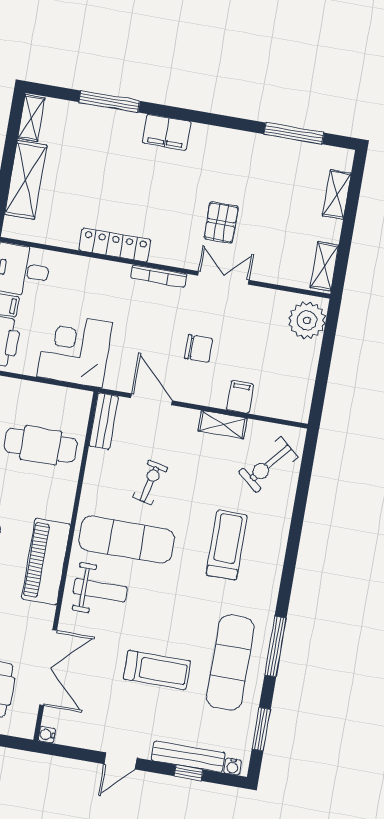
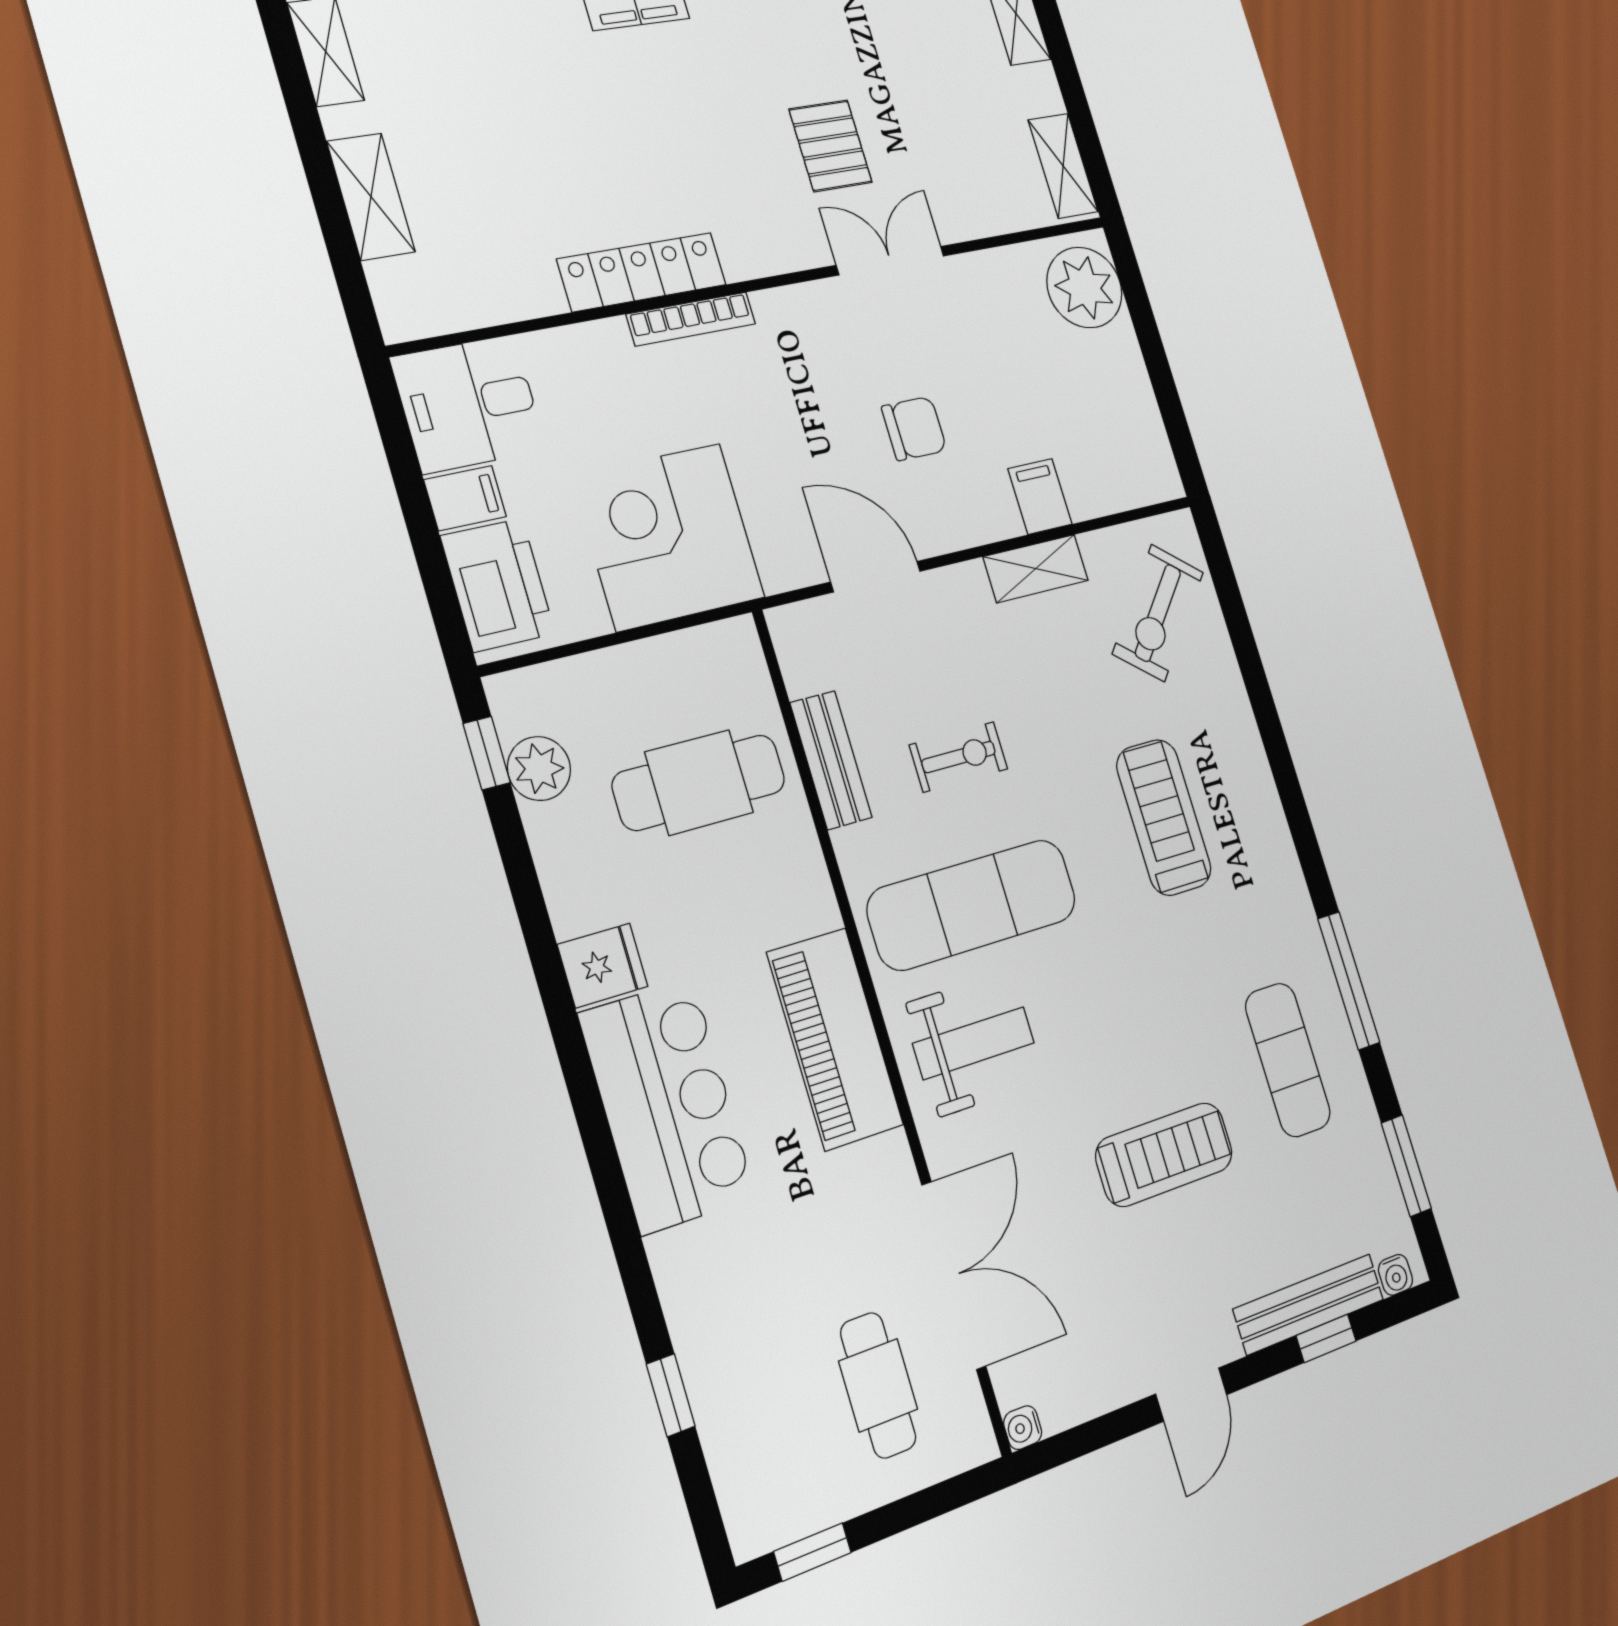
shelving: (26, 180) -> (371, 197), width x0.67, depth x0.75
bookcase: (159, 276) -> (691, 319), moved
bench: (104, 421) -> (831, 760), moved
exercise bike: (150, 482) -> (959, 757), turned 76
exercise mat: (230, 663) -> (1288, 1060), width x0.73, depth x0.69

